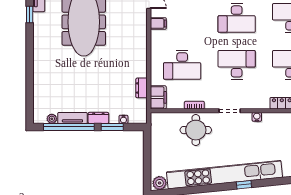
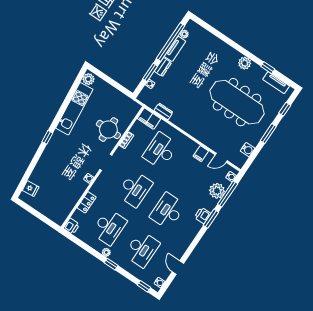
plant: (40, 40) -> (245, 63), added
kitchen unit: (224, 175) -> (74, 109), width x0.54

